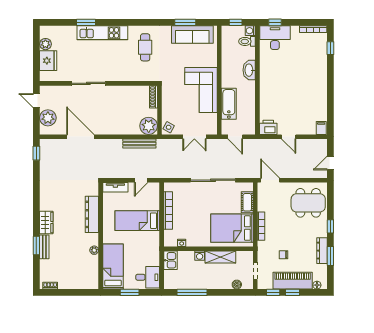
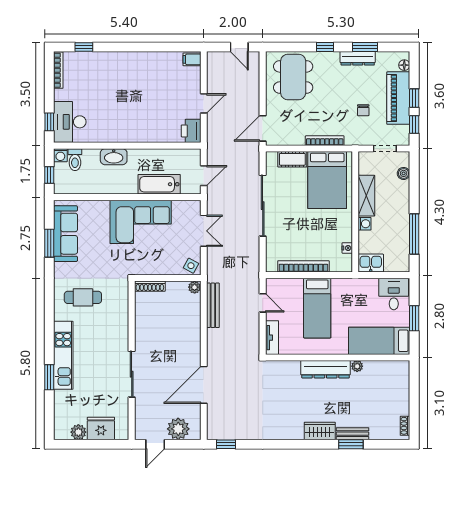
plant: (149, 126) -> (195, 287), width x0.53, depth x0.53
dresser: (92, 214) -> (326, 369), moved

